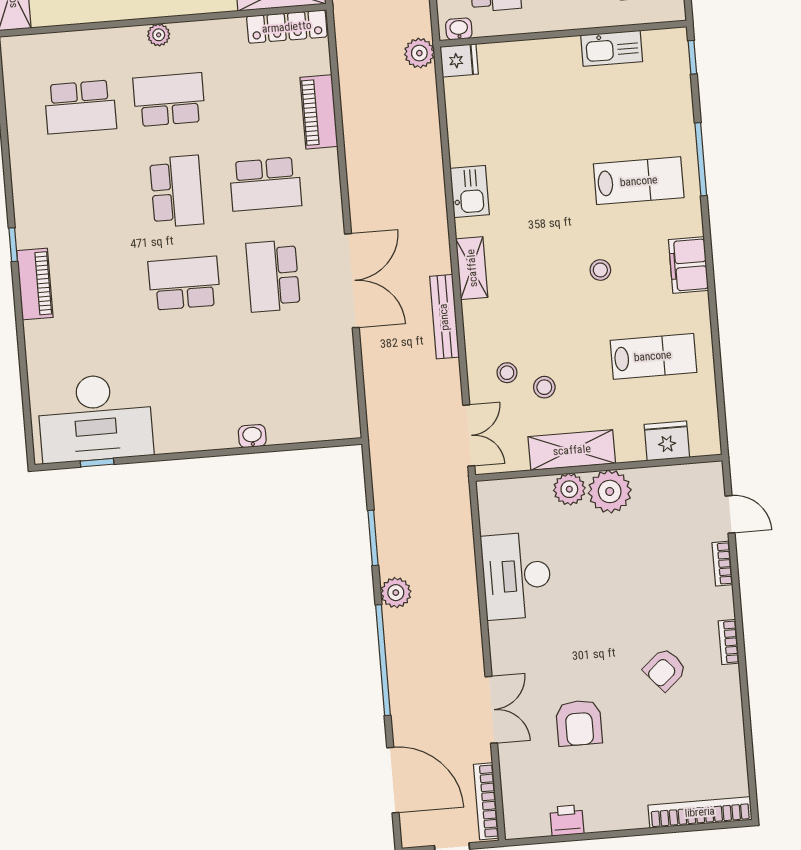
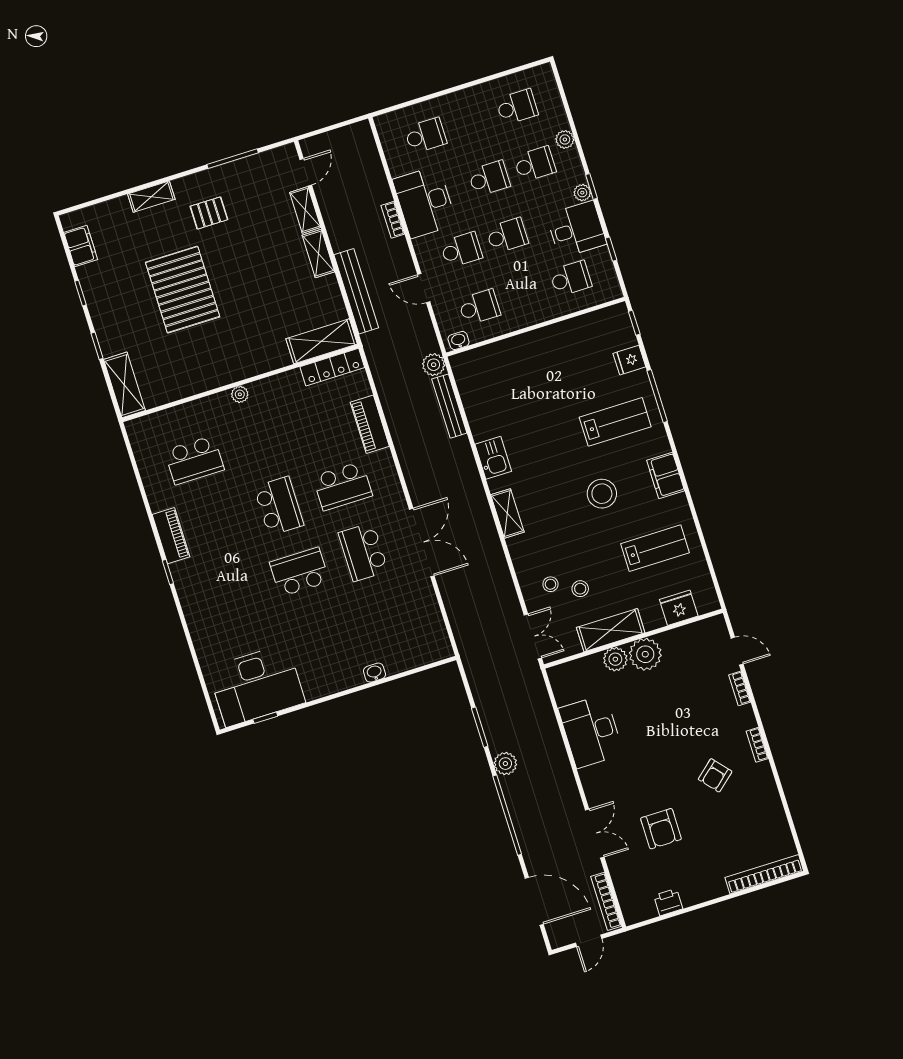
kitchen sink: (612, 48) -> (574, 330), removed
fridge: (459, 60) -> (629, 360), moved, turned 180
school desk: (169, 100) -> (258, 440), removed
stool: (600, 270) -> (602, 494), width x1.89, depth x1.89
piano: (35, 284) -> (171, 536), moved
bench: (444, 317) -> (449, 406), moved

